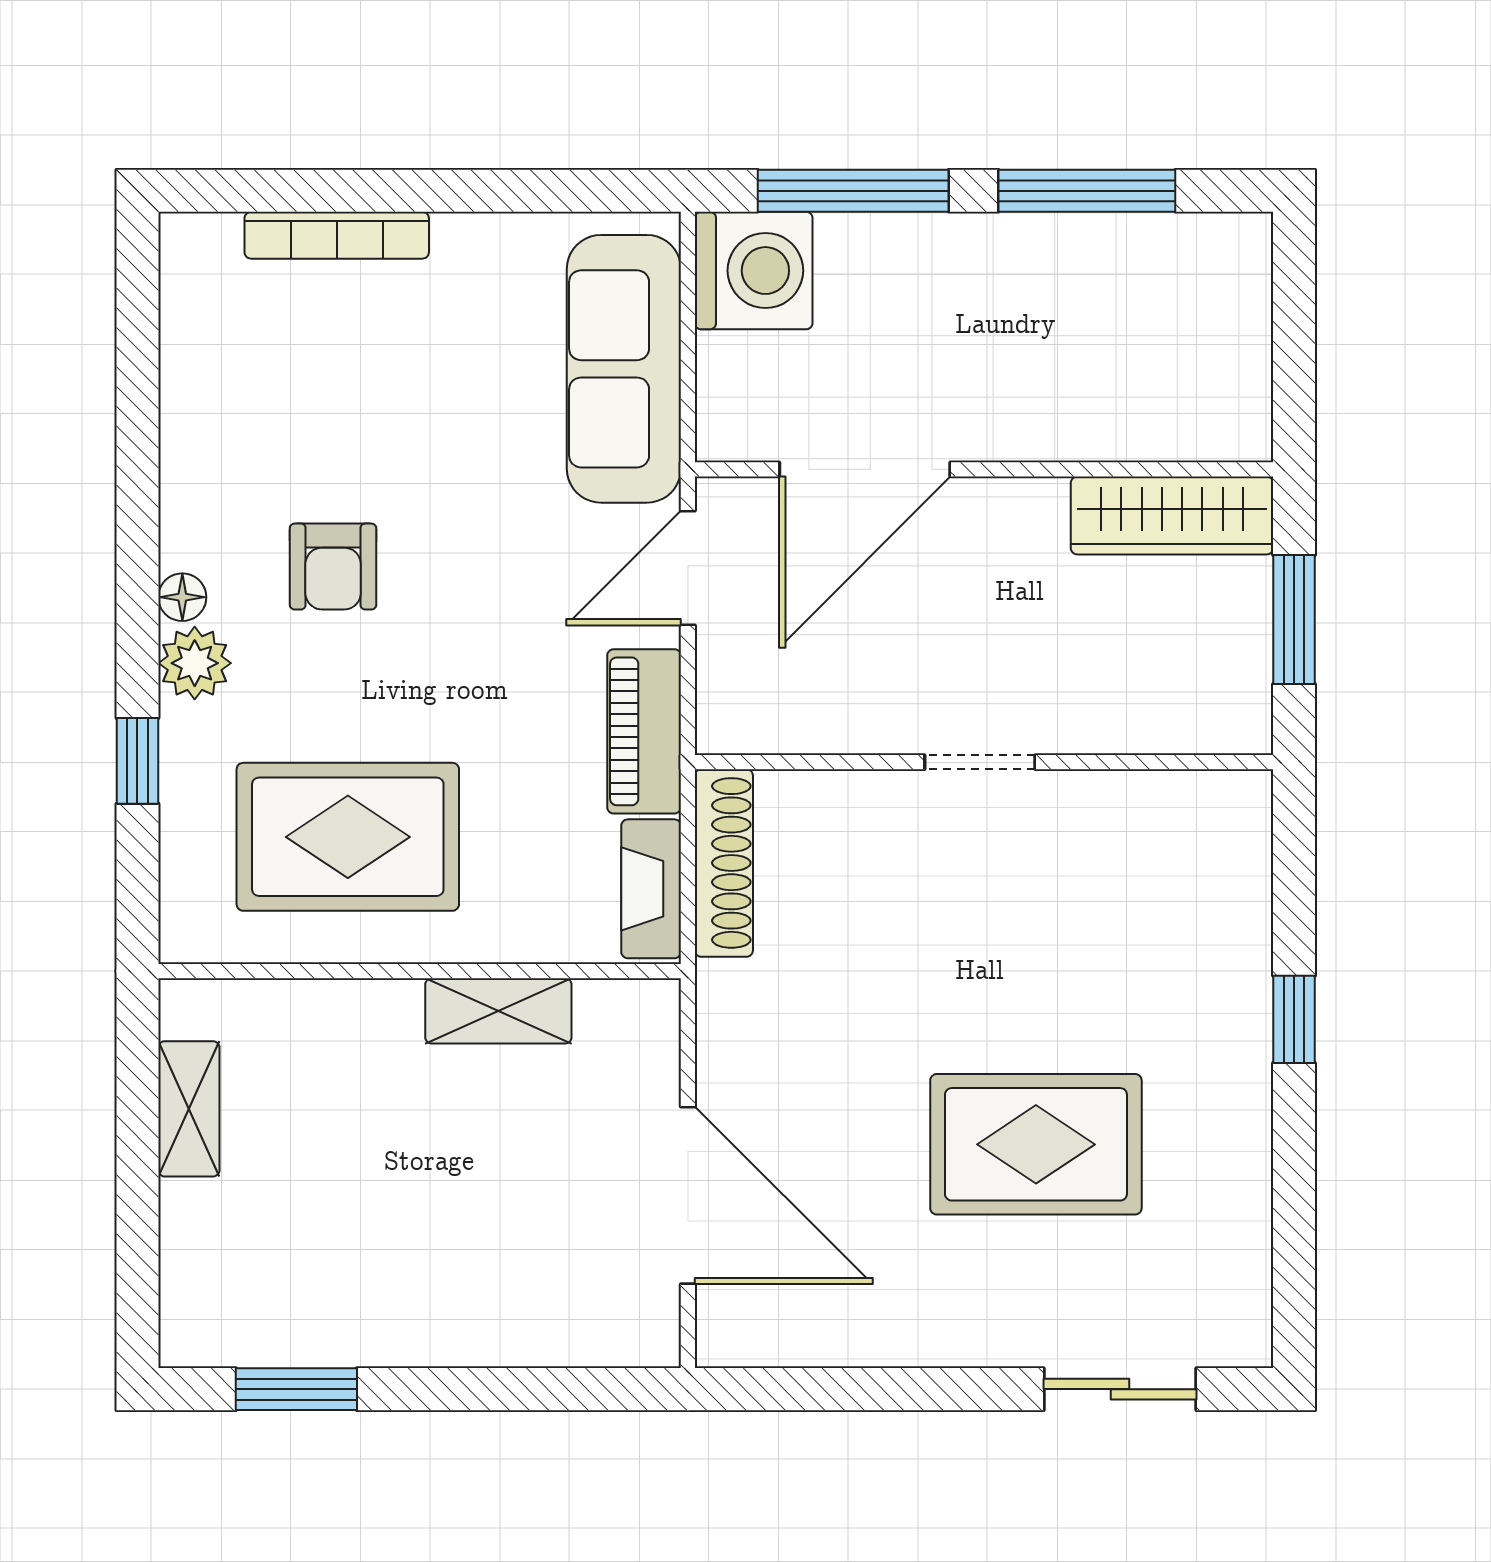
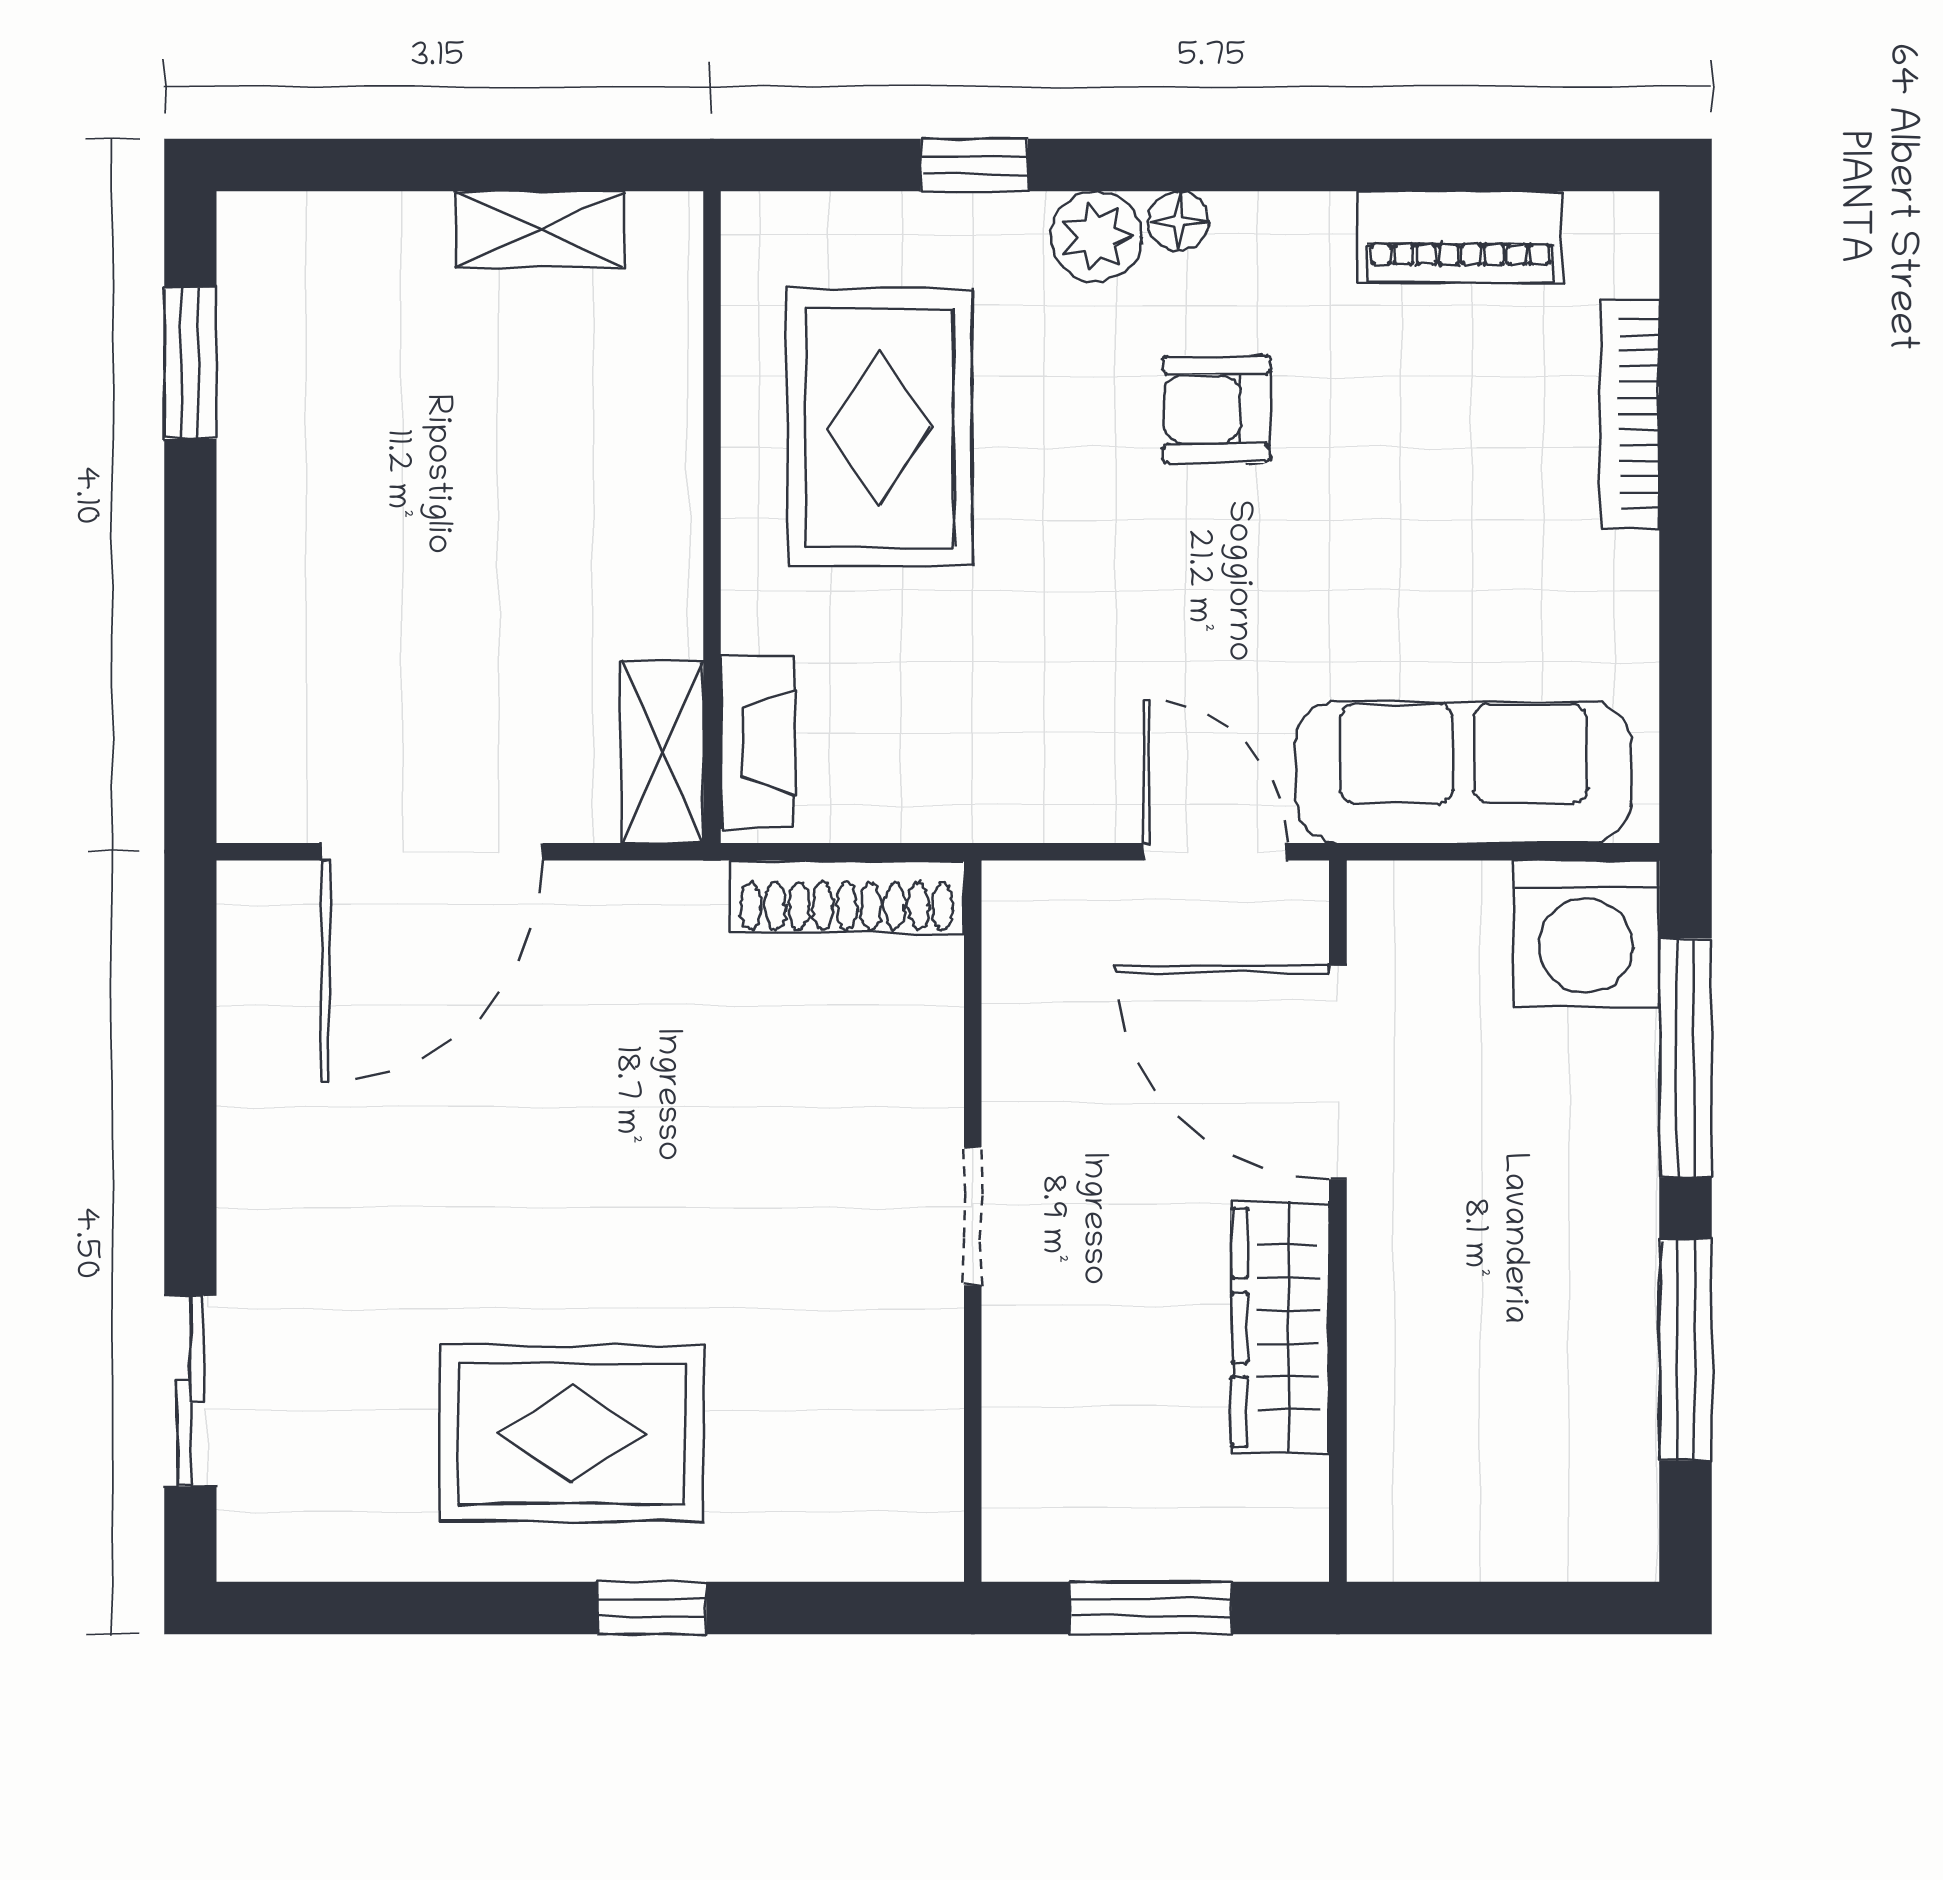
wardrobe: (1172, 515) -> (1280, 1327), moved
piano: (644, 731) -> (1460, 237), moved, turned 180
fireplace: (651, 889) -> (758, 743), moved, turned 90
shelving: (498, 1011) -> (662, 752), moved
rug: (1036, 1144) -> (572, 1434), moved, turned 90

